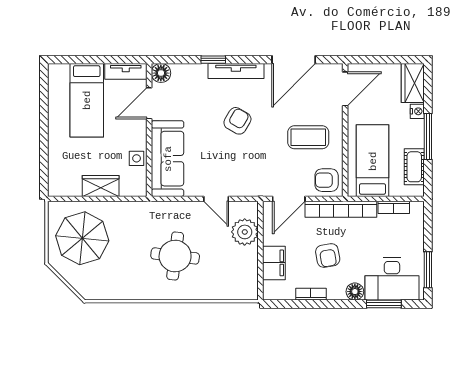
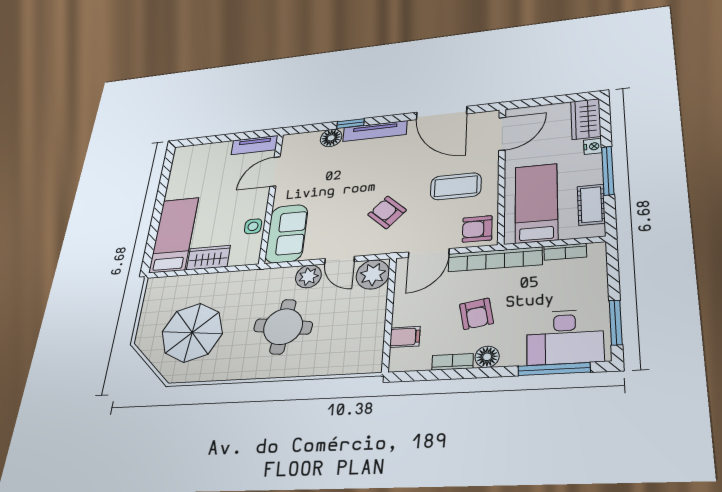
door: (294, 60) -> (442, 113), hinge flipped
floor lamp: (161, 73) -> (331, 138), moved
bed: (87, 100) -> (174, 235), moved, turned 180
armchair: (237, 121) -> (387, 212), moved, turned -77
sofa: (168, 159) -> (286, 234), width x0.73
plant: (191, 212) -> (308, 276), added
plant: (245, 232) -> (373, 274), moved
parasol: (82, 238) -> (192, 333), moved
filing cabinet: (274, 263) -> (405, 337), width x0.50
floor lamp: (355, 292) -> (487, 357), moved
window: (384, 304) -> (554, 369), width x1.44

